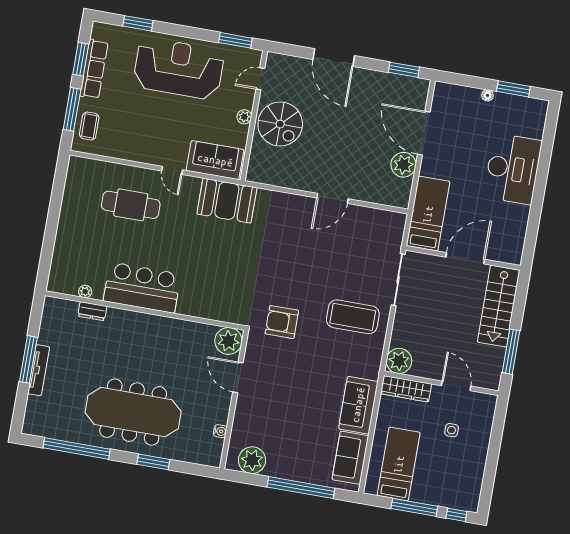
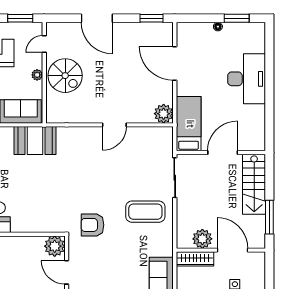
plant: (403, 165) -> (164, 114), moved
plant: (399, 361) -> (202, 239), moved
door: (456, 386) -> (232, 250), width x1.36

